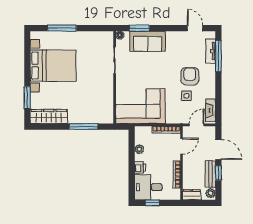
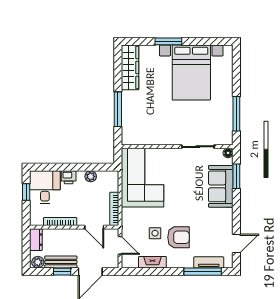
window: (62, 28) -> (236, 114), moved
window: (27, 98) -> (168, 41), moved
fireplace: (211, 110) -> (152, 262), moved

